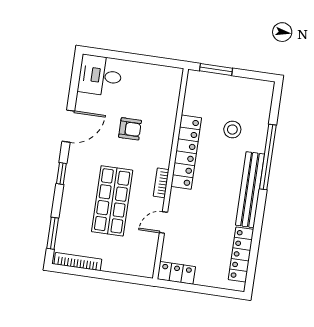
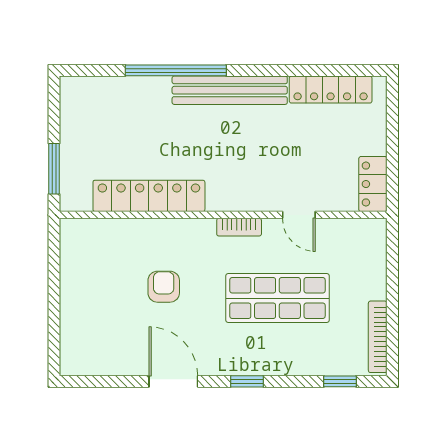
desk: (100, 76) -> (89, 344), removed
stool: (232, 130) -> (142, 131), removed
locker: (186, 152) -> (149, 196), moved
window: (53, 233) -> (340, 381), width x0.67

